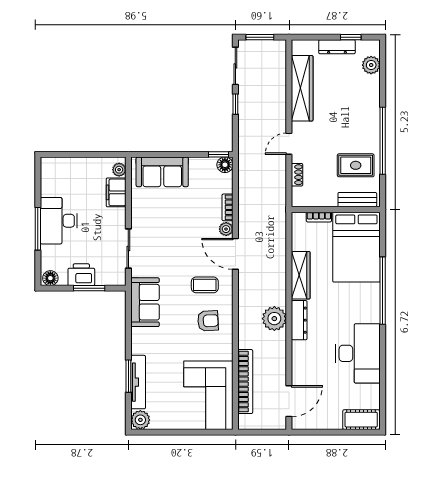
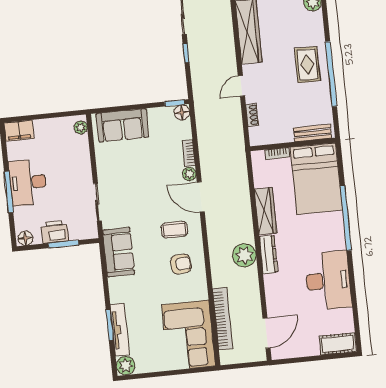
rug: (356, 165) -> (307, 65), moved, turned 90
filing cabinet: (116, 192) -> (19, 131), moved, turned -90

